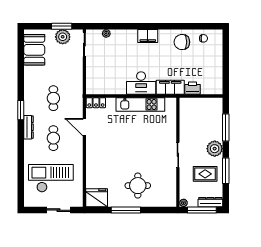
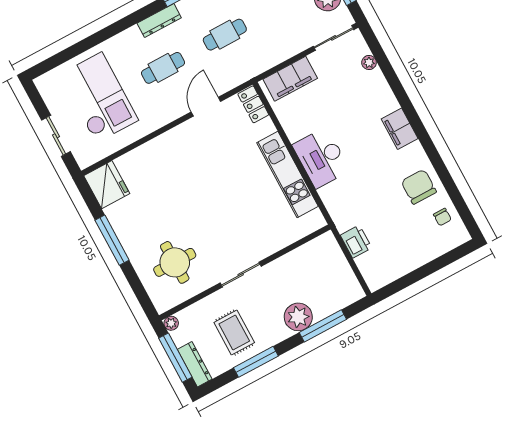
filing cabinet: (170, 87) -> (290, 79), moved, turned 90
plant: (215, 149) -> (298, 317), moved
round table: (138, 186) -> (175, 262), moved

